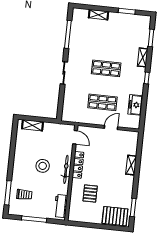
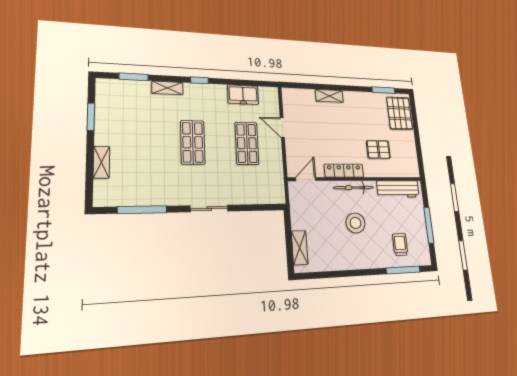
workbench: (61, 206) -> (398, 189), width x1.38

